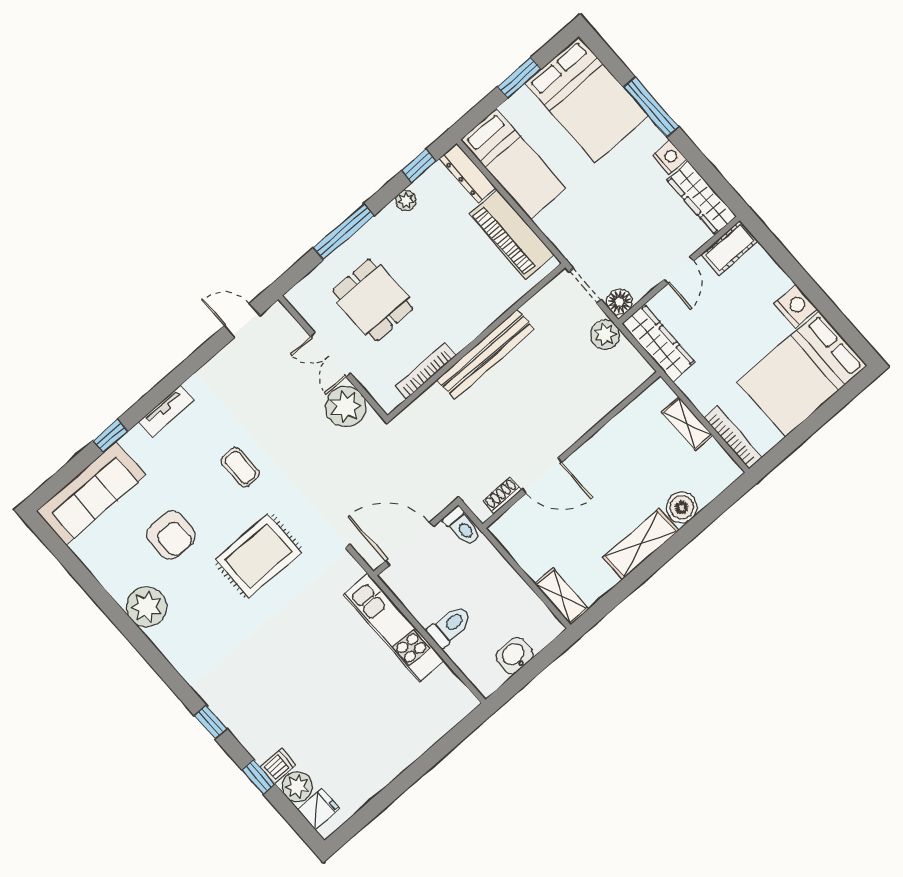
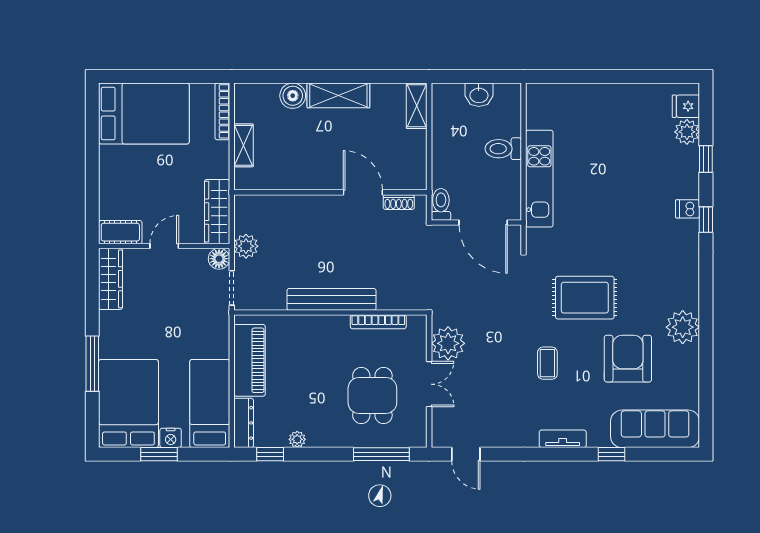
nightstand: (669, 157) -> (171, 438), moved, turned -90
window: (344, 232) -> (381, 454), moved
nightstand: (796, 306) -> (111, 159), removed
armchair: (171, 535) -> (628, 359), width x1.36, depth x1.36
dishwasher: (278, 766) -> (688, 209), moved

